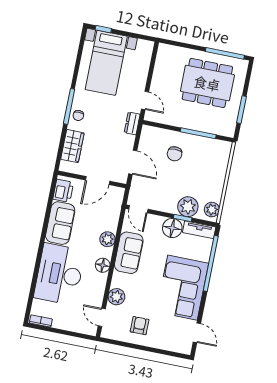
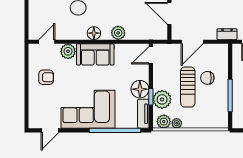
sun lounger: (180, 176) -> (188, 87), added
plant: (216, 196) -> (177, 123), added
sofa: (129, 253) -> (95, 54), moved

